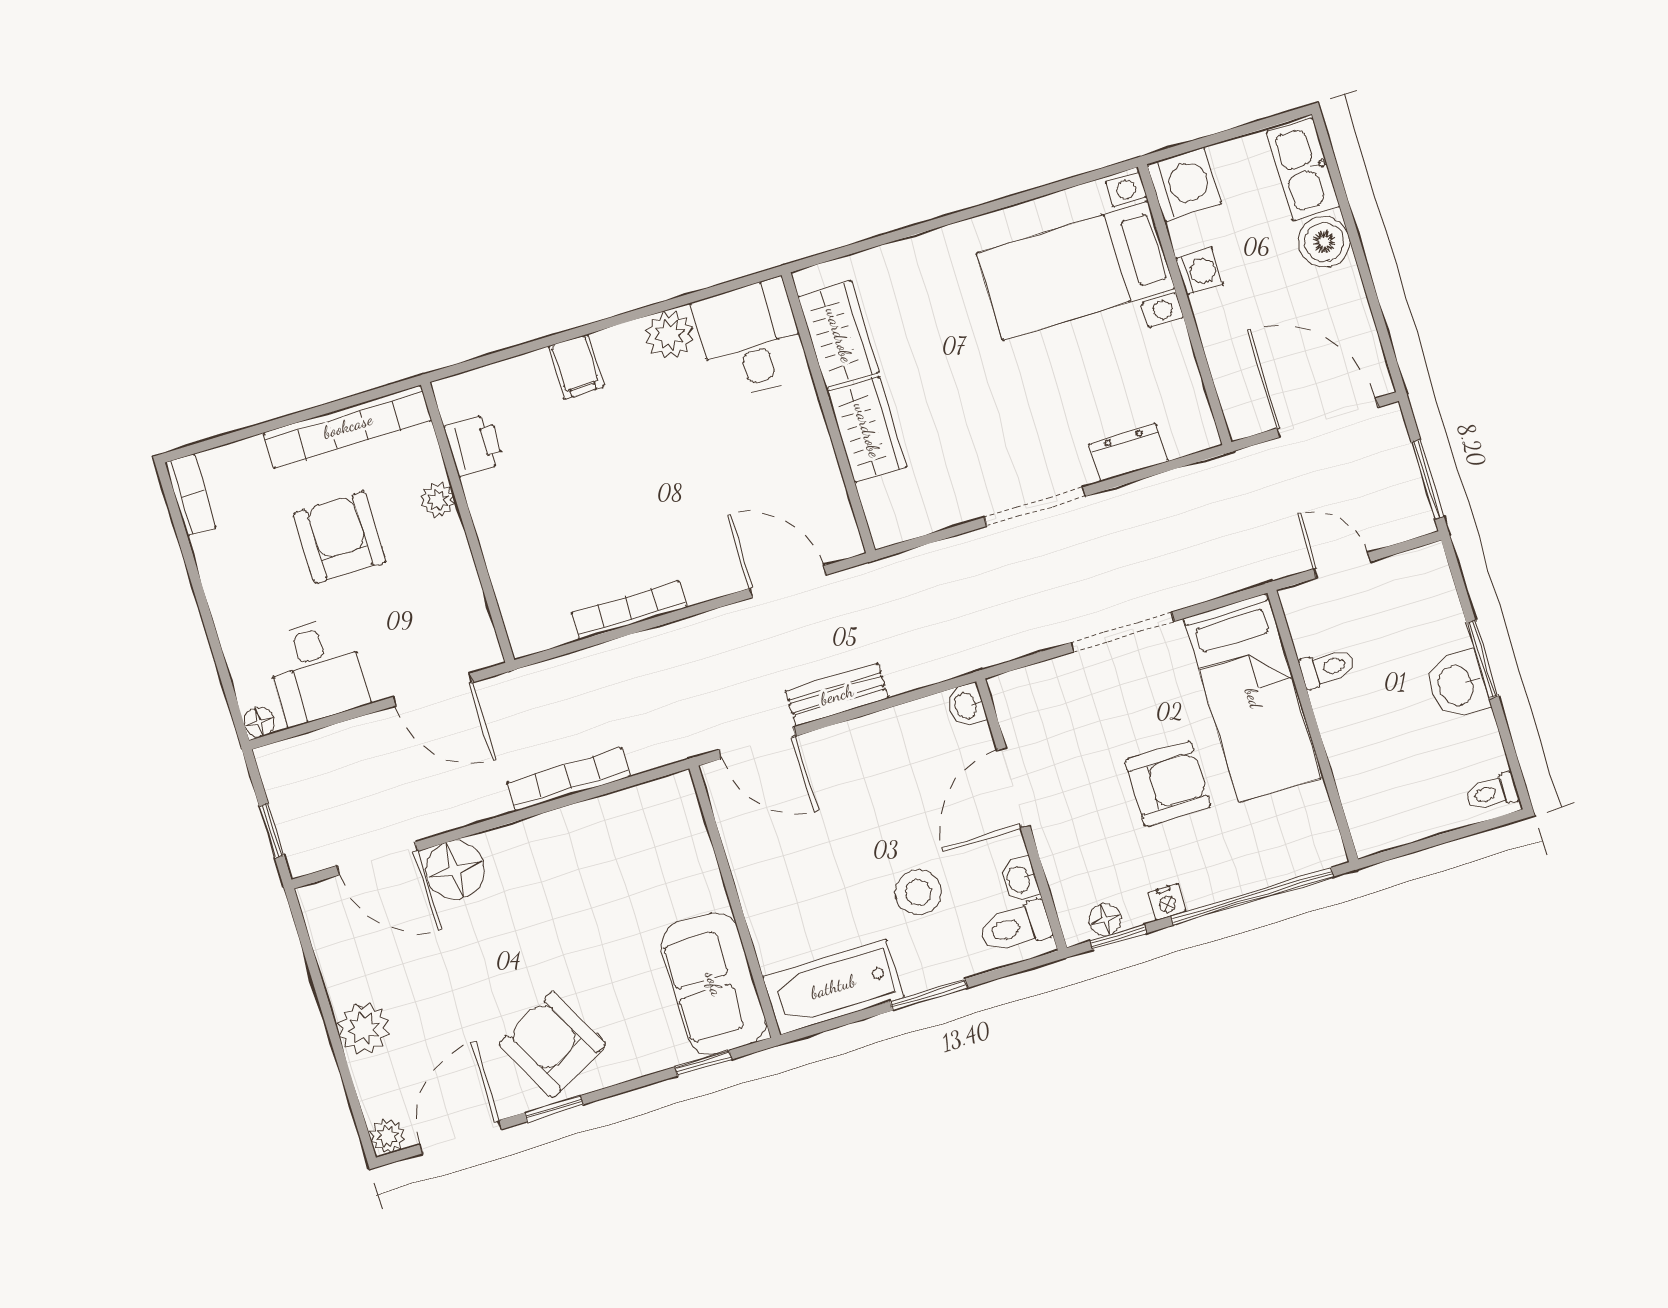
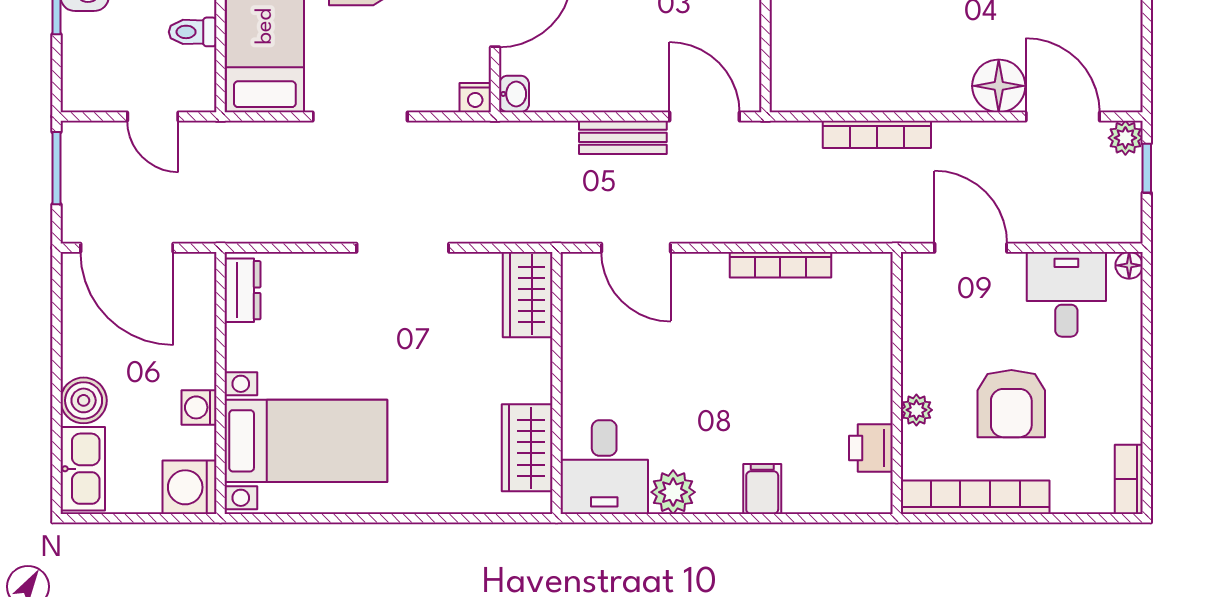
wardrobe: (867, 430) -> (528, 295), moved
dresser: (1128, 453) -> (242, 290), moved, turned -90
nightstand: (1006, 689) -> (475, 98), added
plant: (304, 856) -> (1125, 138), added

